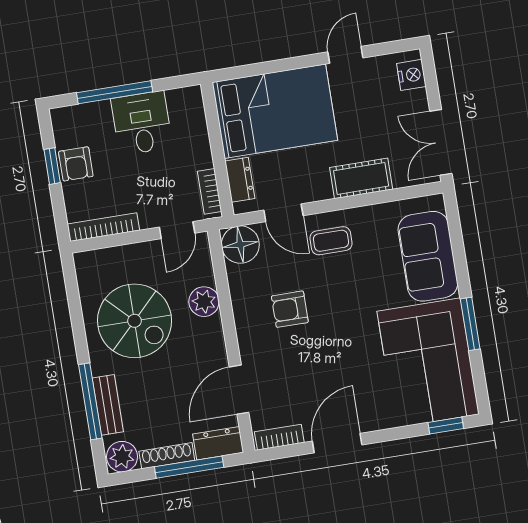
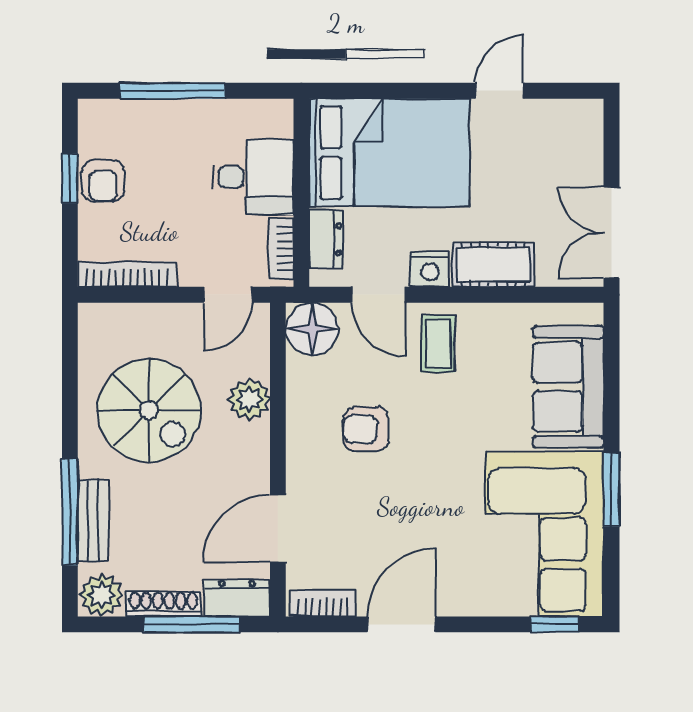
nightstand: (411, 75) -> (430, 269), moved, turned 90
desk: (142, 123) -> (253, 177), moved, turned 90
coffee table: (331, 241) -> (438, 344), turned 90

